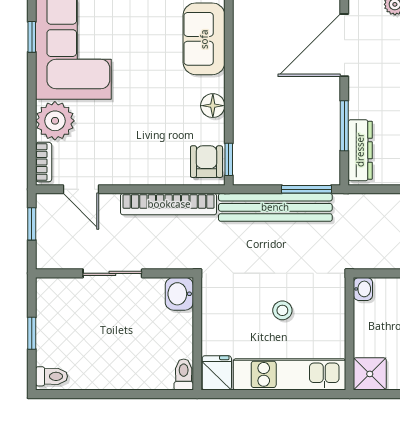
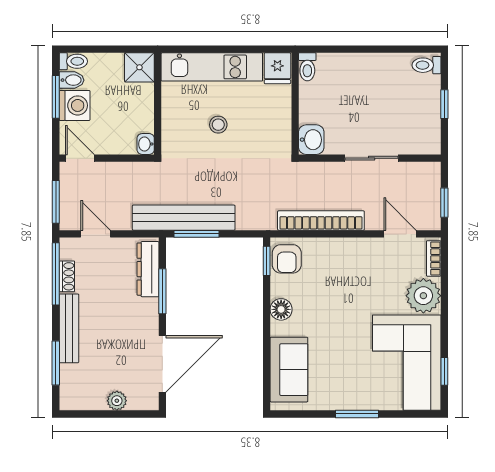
bench: (275, 207) -> (184, 218), moved

